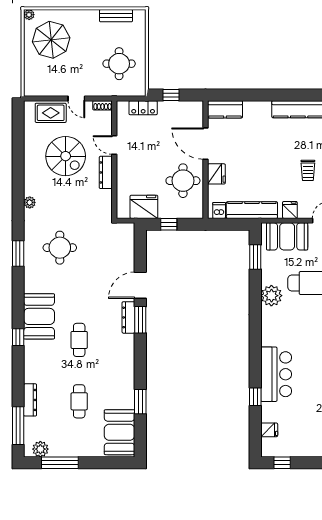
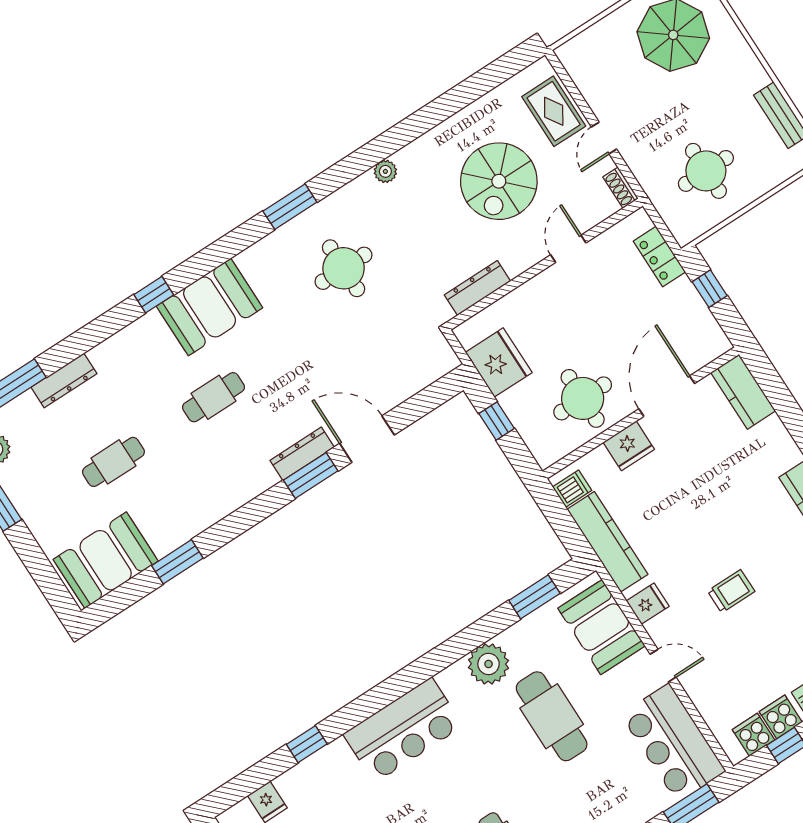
trolley: (308, 170) -> (731, 591), turned 180
dresser: (106, 172) -> (477, 288), moved
bar counter: (276, 374) -> (403, 730), moved

